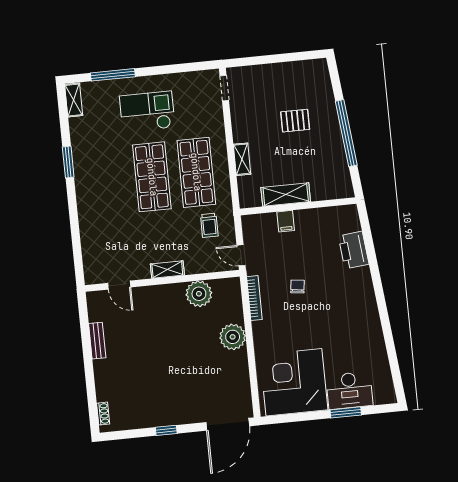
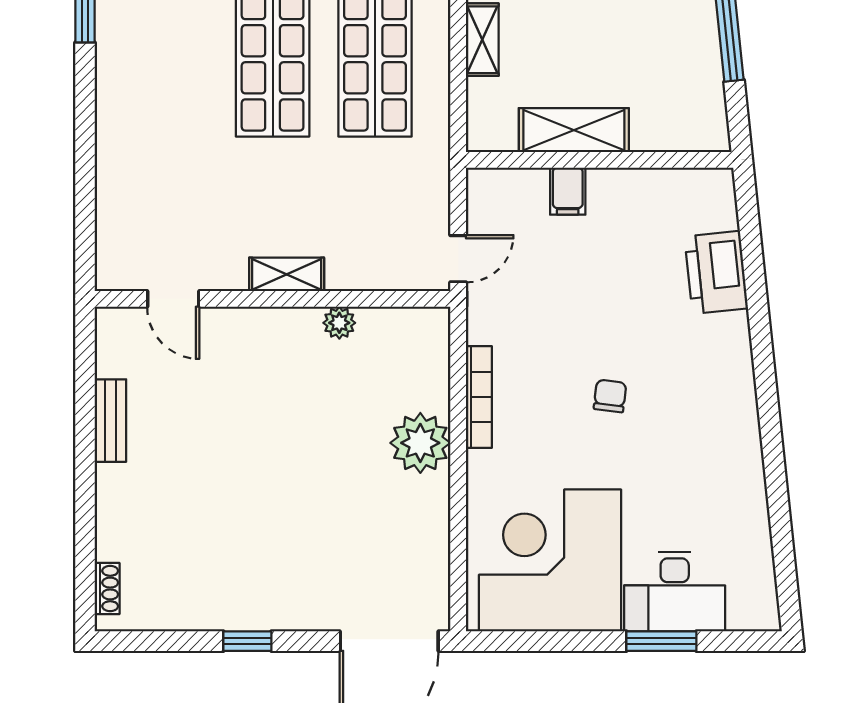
trolley: (209, 225) -> (392, 183), removed
door: (241, 255) -> (458, 259), swing flipped
chair: (297, 287) -> (610, 396), moved
plant: (199, 294) -> (339, 323), width x0.53, depth x0.53
bookcase: (254, 298) -> (479, 397), moved

